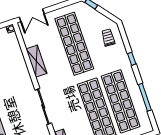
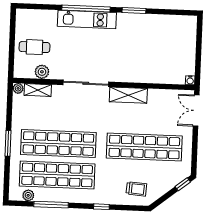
shelving: (36, 61) -> (128, 95), moved
plant: (144, 117) -> (28, 195), added

